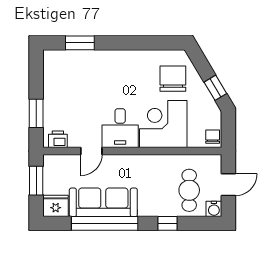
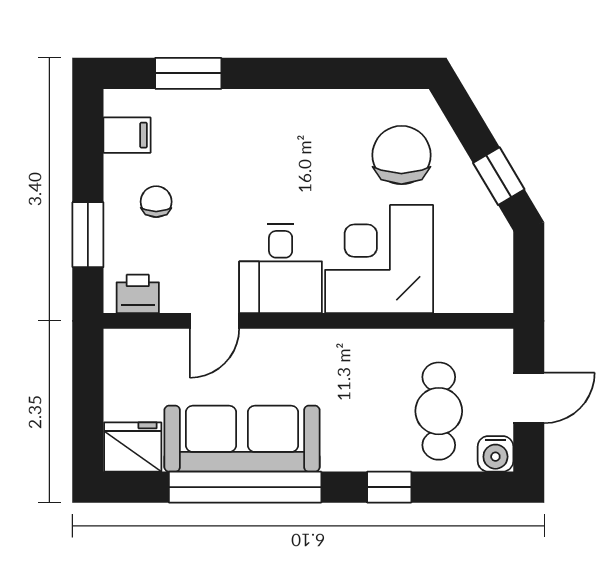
filing cabinet: (53, 70) -> (127, 135), added
chair: (213, 137) -> (156, 202), moved
window: (36, 181) -> (88, 389), removed

